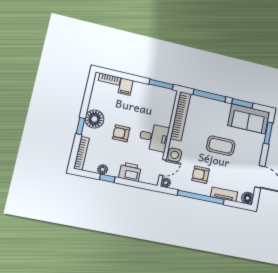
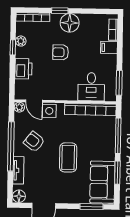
armchair: (121, 133) -> (61, 52), turned -90
desk: (154, 137) -> (91, 87), moved
armchair: (201, 175) -> (34, 142), turned -53

